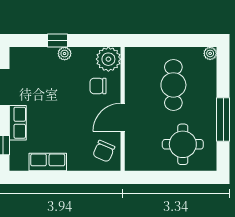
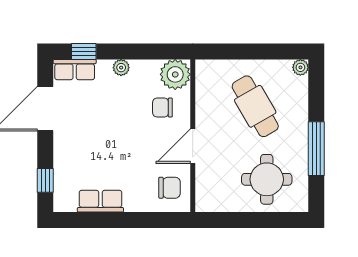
window: (58, 40) -> (84, 51), moved
cafe table: (173, 85) -> (255, 106), turned -30
row of seats: (18, 123) -> (75, 70), moved, turned 90
chair: (104, 151) -> (169, 188), turned -113

